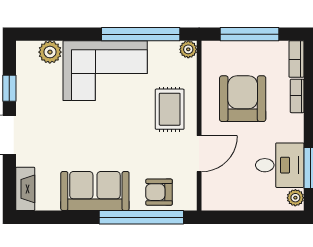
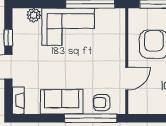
plant: (188, 49) -> (120, 13), removed
rug: (170, 109) -> (108, 51), removed

